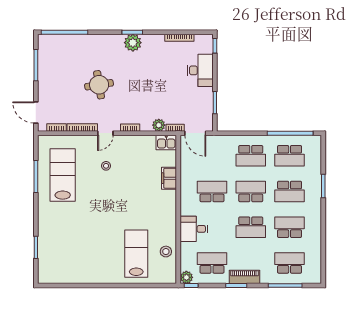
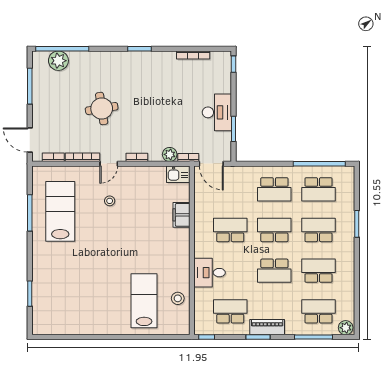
plant: (133, 43) -> (58, 61), moved
desk: (200, 70) -> (217, 112), moved
school desk: (290, 191) -> (319, 230), turned 180
plant: (186, 277) -> (346, 328), moved

